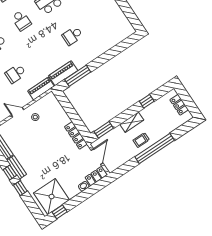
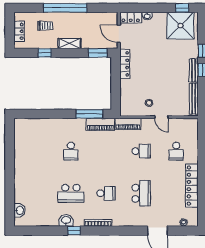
school desk: (21, 20) -> (106, 193), turned 90
school desk: (72, 36) -> (71, 151), turned 90
trolley: (141, 140) -> (45, 26), moved
door: (97, 157) -> (119, 34), hinge flipped

